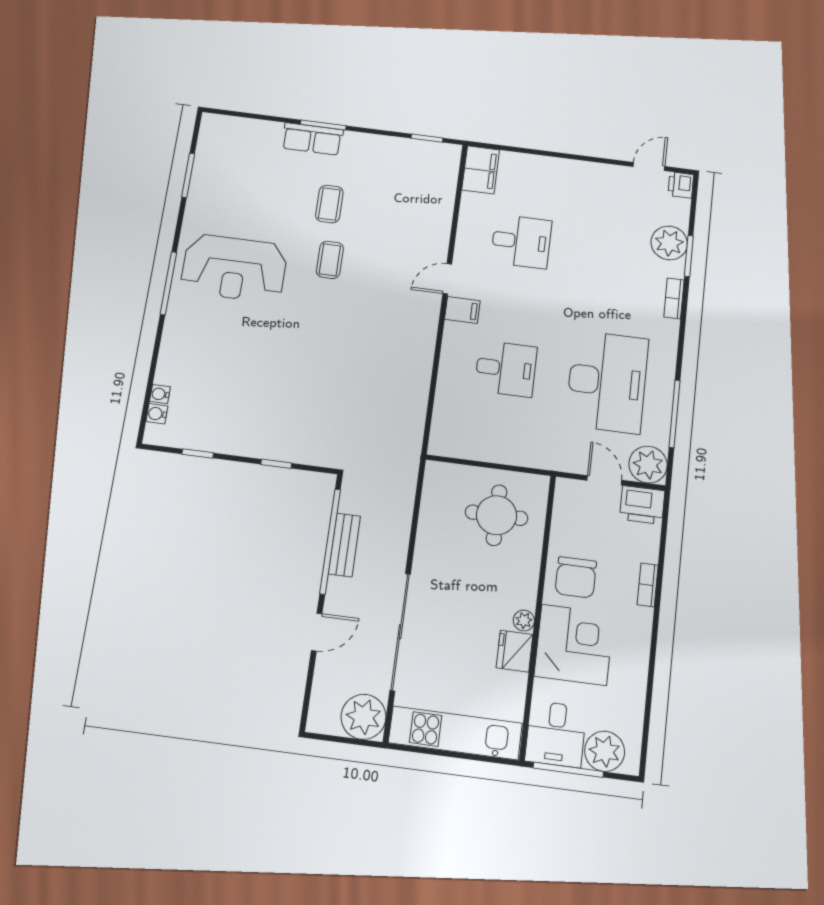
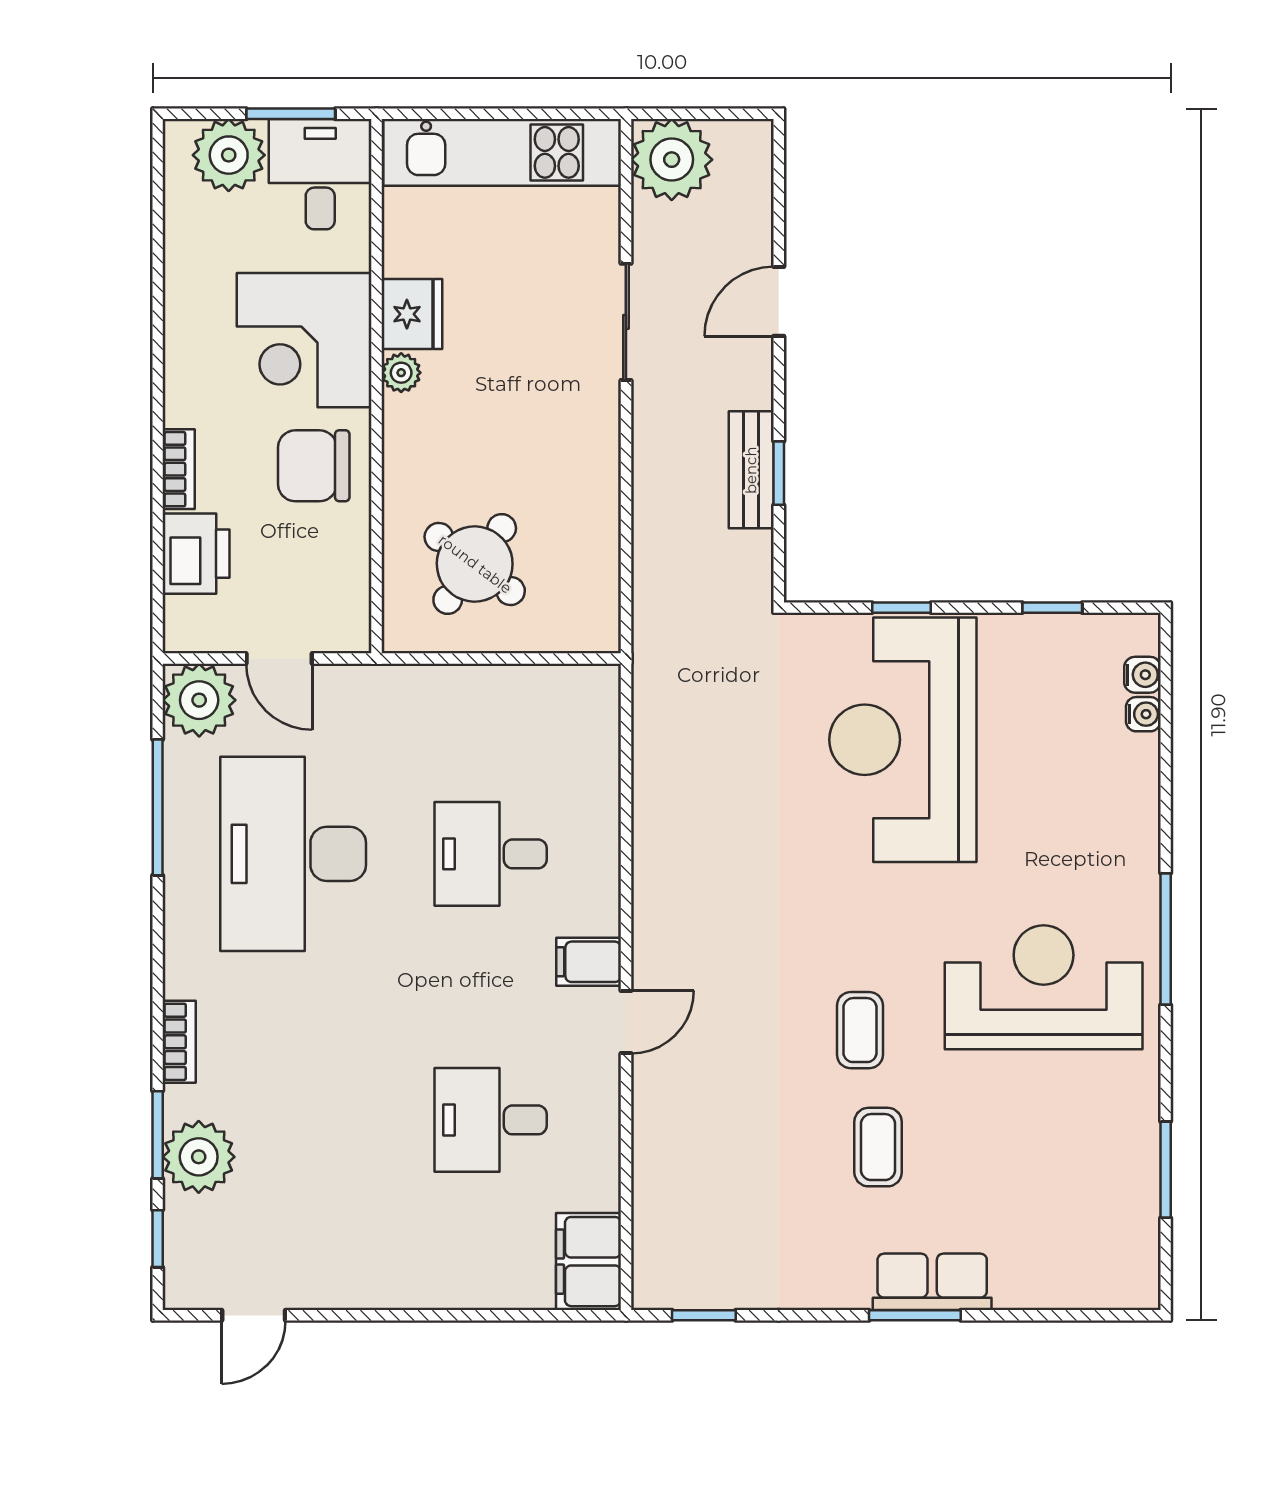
printer: (681, 185) -> (186, 1284), removed
window: (693, 208) -> (158, 1239), added
reception desk: (286, 397) -> (903, 740), added
printer: (642, 505) -> (196, 554), moved, turned 90
round table: (497, 515) -> (475, 564), turned 37
window: (330, 541) -> (779, 473), width x0.32
chair: (576, 577) -> (314, 466), turned -90
sliding door: (400, 632) -> (626, 322), width x0.54
window: (568, 770) -> (291, 114), width x0.69

